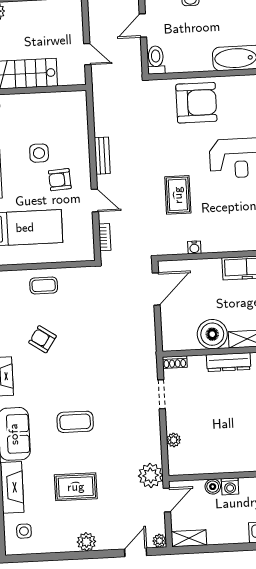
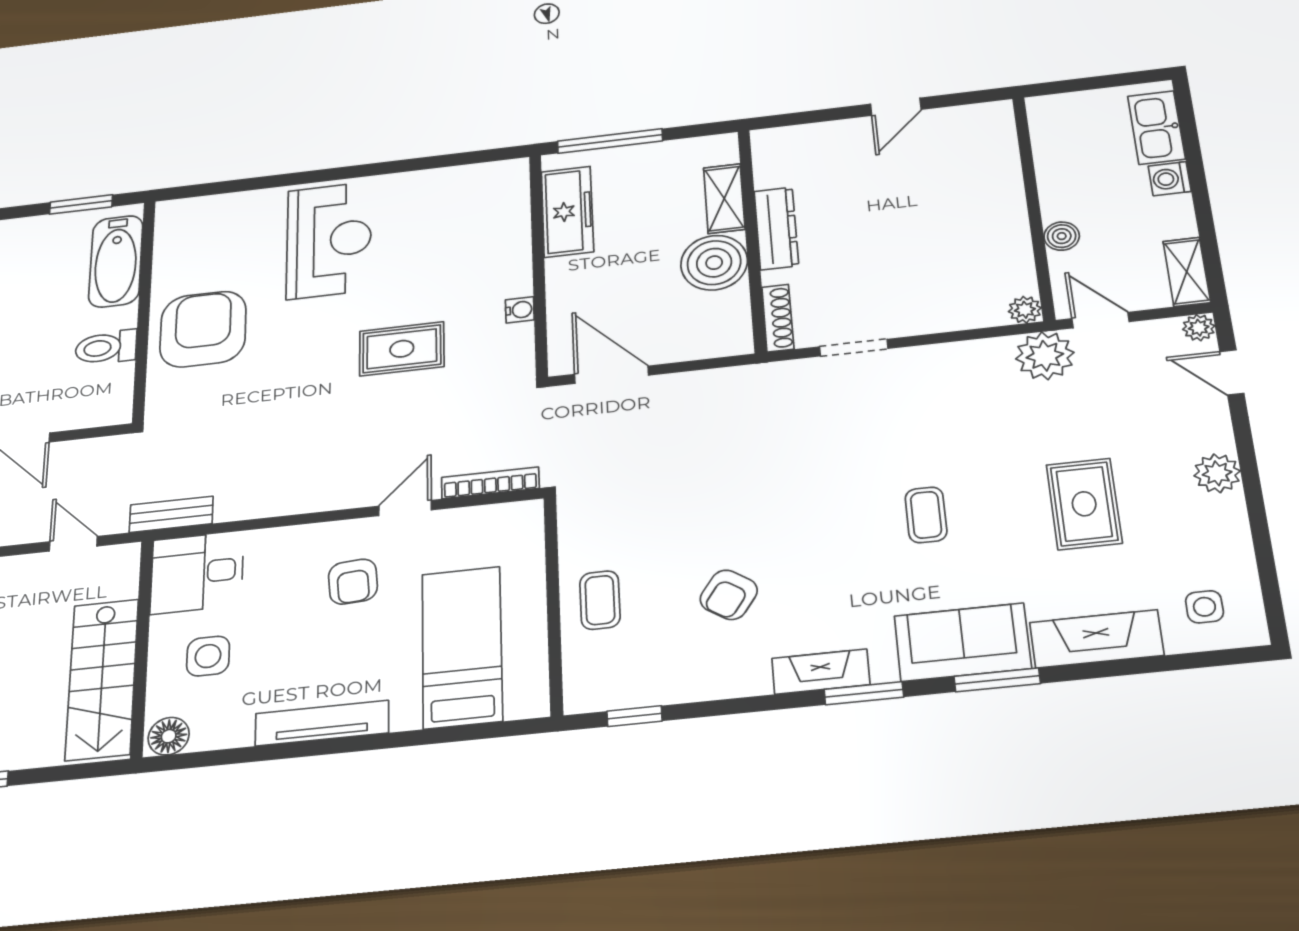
door: (87, 54) -> (73, 544), hinge flipped
toilet: (156, 60) -> (106, 347), moved
desk: (69, 111) -> (197, 573), added
side table: (39, 153) -> (208, 656), moved
bench: (102, 156) -> (171, 514), moved
bookcase: (105, 237) -> (490, 483), width x1.56
shoe rack: (175, 362) -> (778, 318), width x1.43
coffee table: (75, 422) -> (926, 515), width x0.73, depth x0.77
plant: (174, 440) -> (1025, 310), moved
washing machine: (230, 486) -> (1170, 179), moved, turned 180

